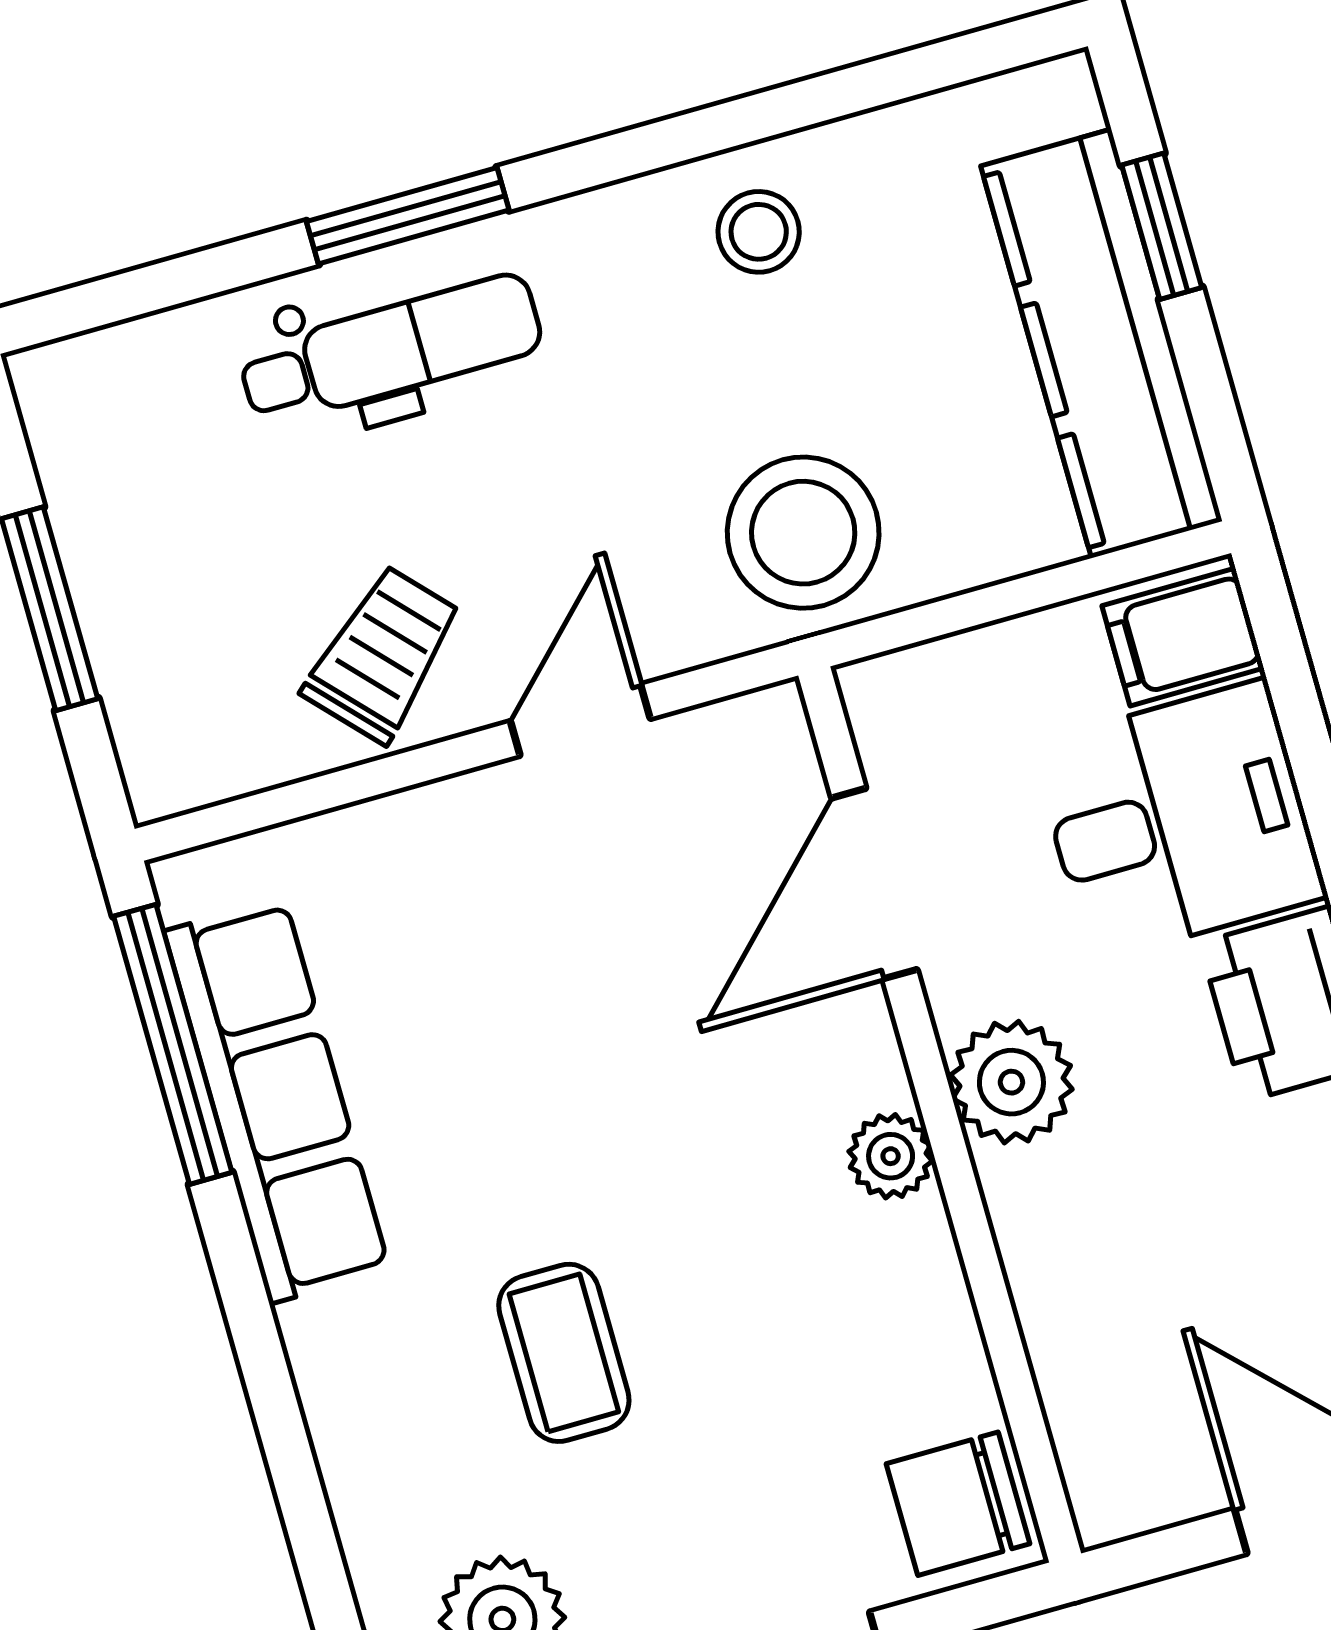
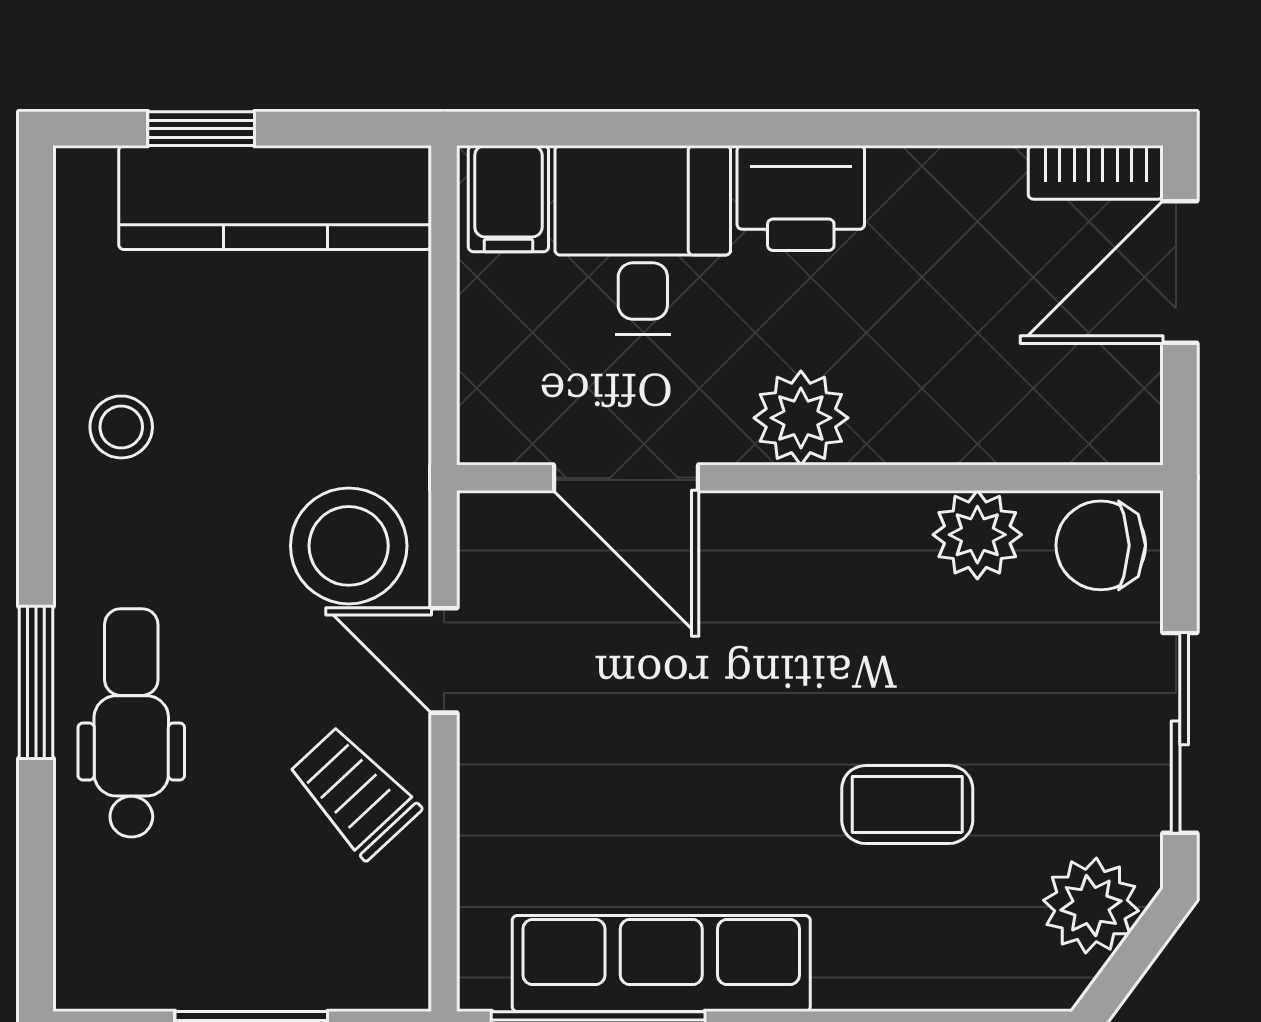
stool: (803, 533) -> (349, 546), moved
plant: (891, 1156) -> (977, 535), moved, width x1.38, depth x1.38
chair: (958, 1504) -> (1101, 545), turned 90

